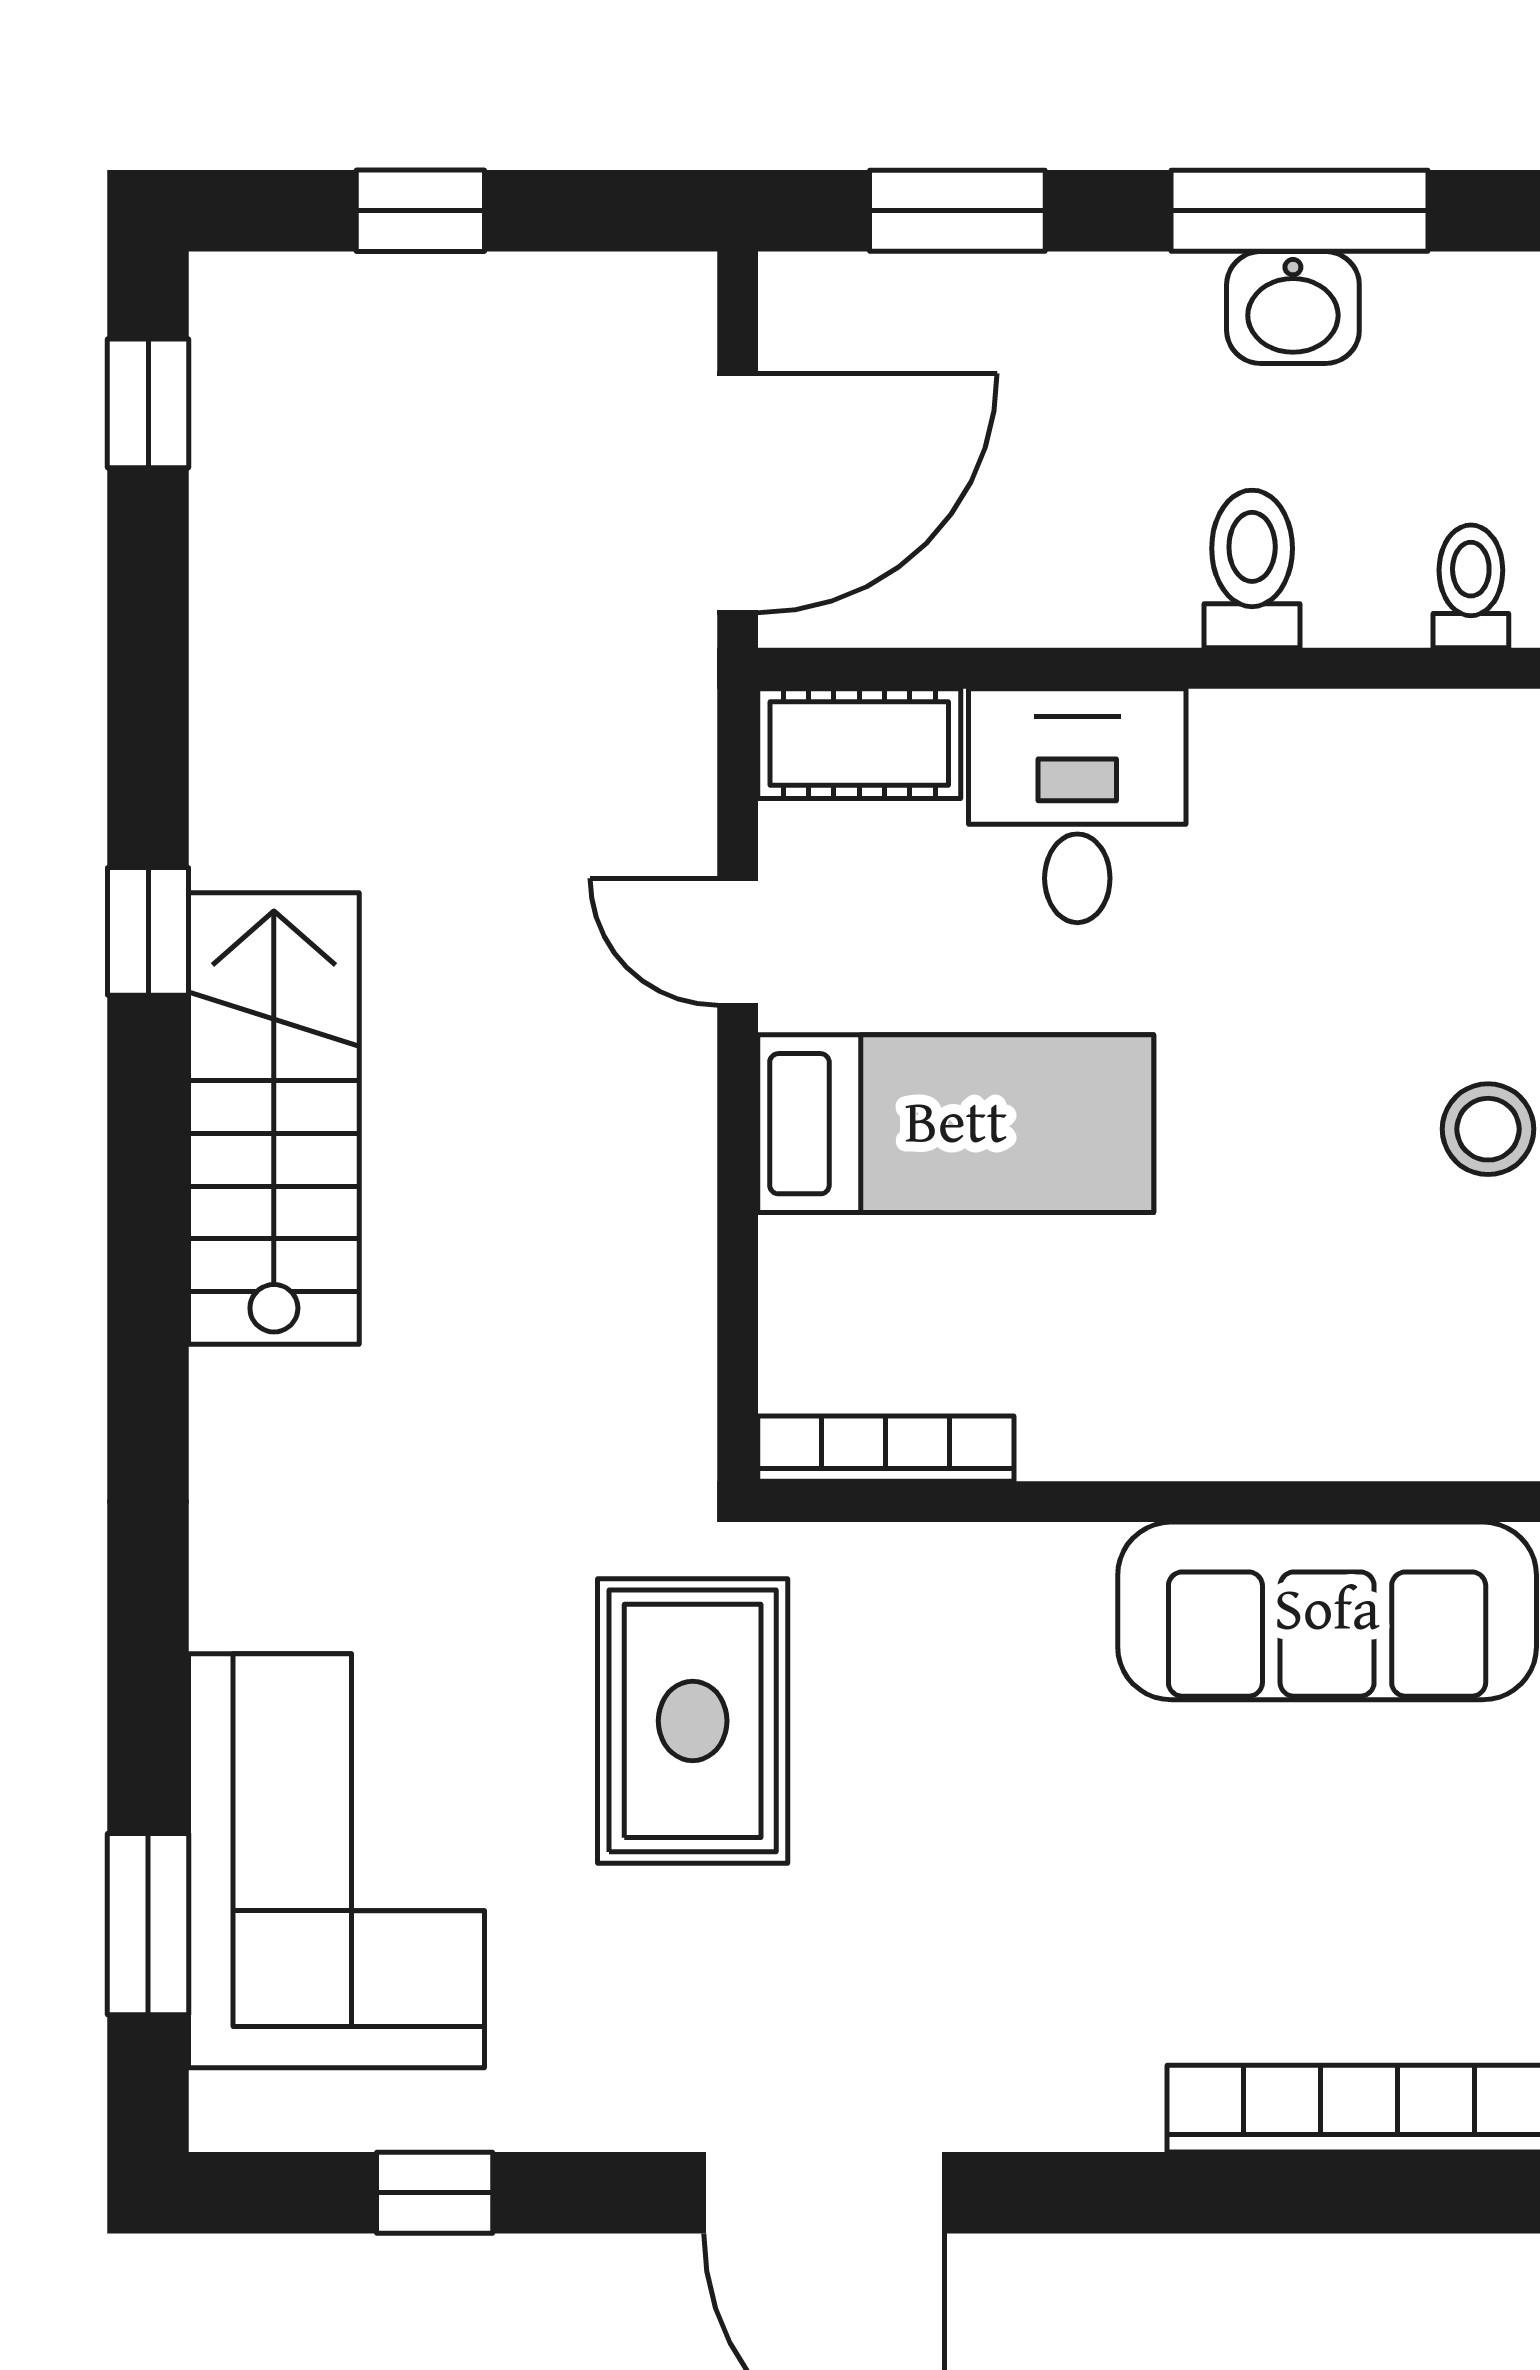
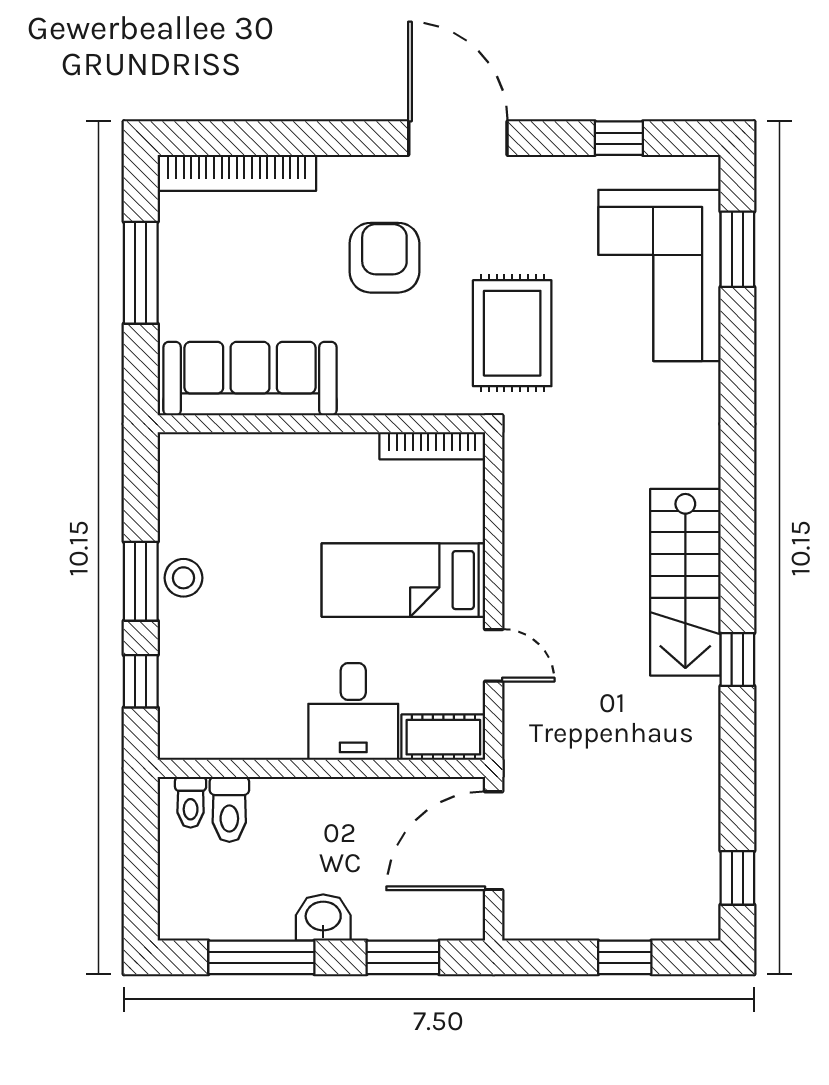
washbasin: (1293, 308) -> (323, 917), moved
toilet: (1252, 569) -> (229, 809), moved
armchair: (1002, 1904) -> (384, 258), added

